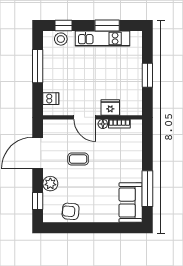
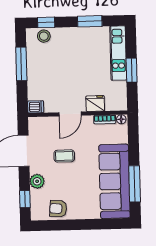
kitchen unit: (103, 38) -> (118, 53), moved, turned 90
dishwasher: (51, 99) -> (36, 107), moved
door: (85, 117) -> (70, 114), hinge flipped
floor lamp: (103, 124) -> (121, 119), moved
sofa: (131, 203) -> (114, 181), width x1.85, depth x1.27

